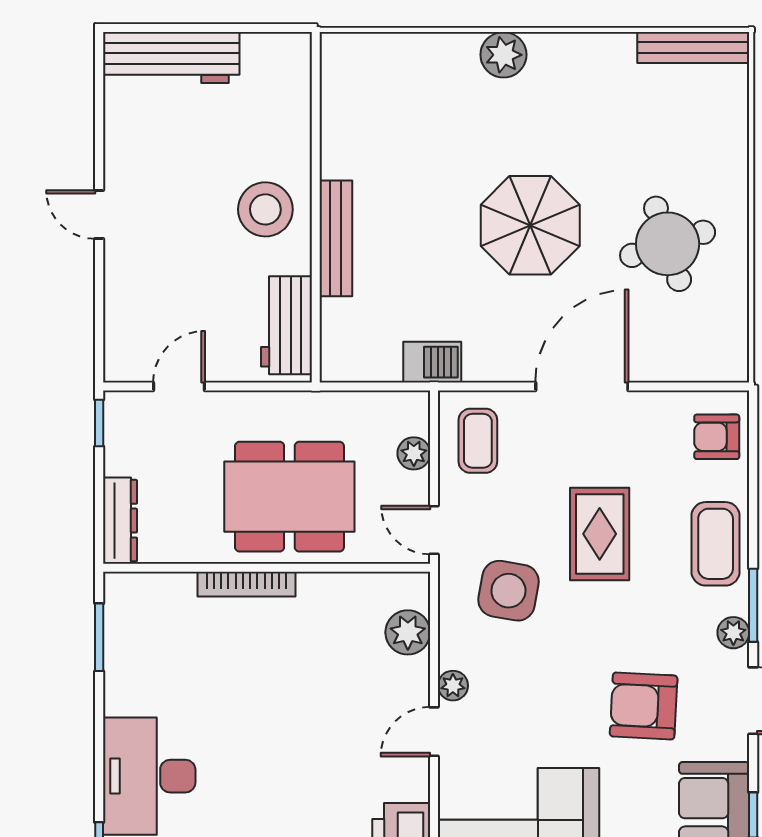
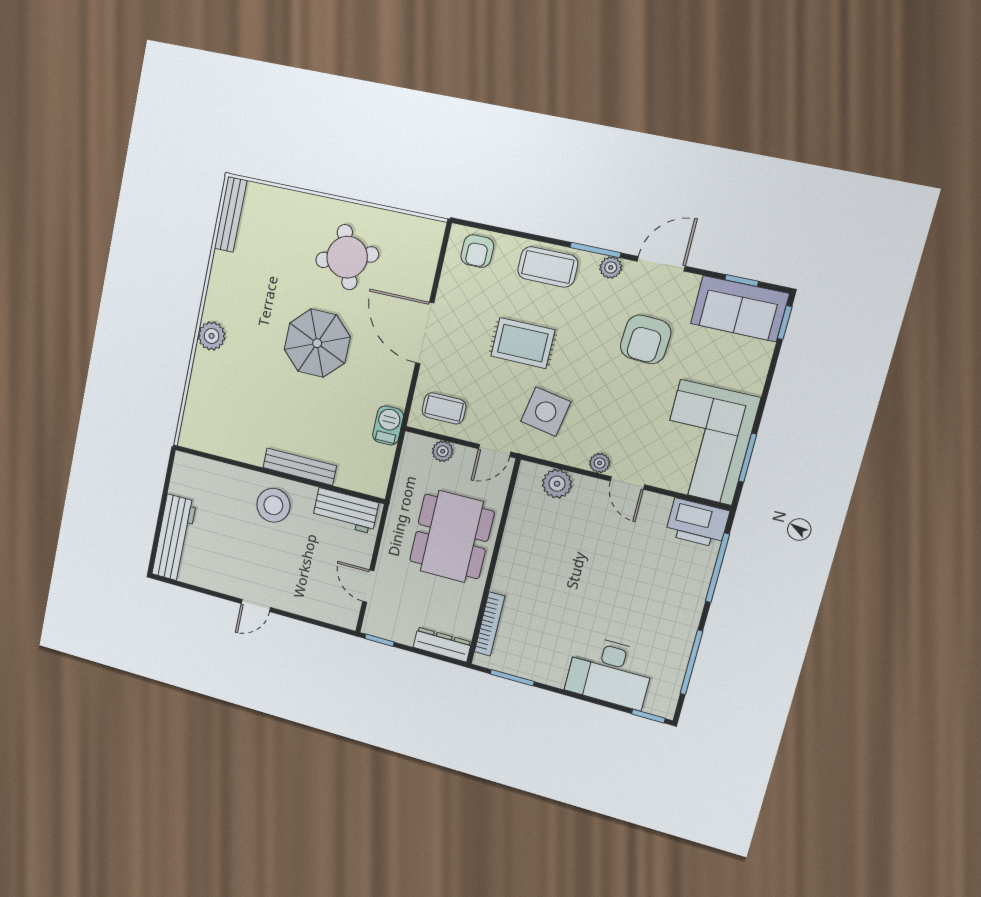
bookcase: (247, 584) -> (490, 624), moved

